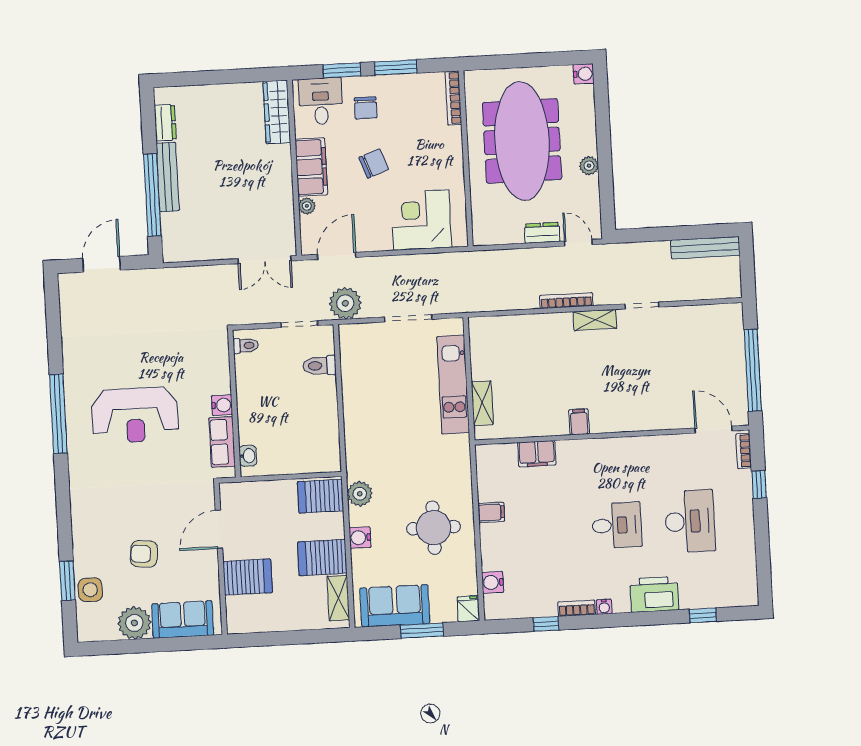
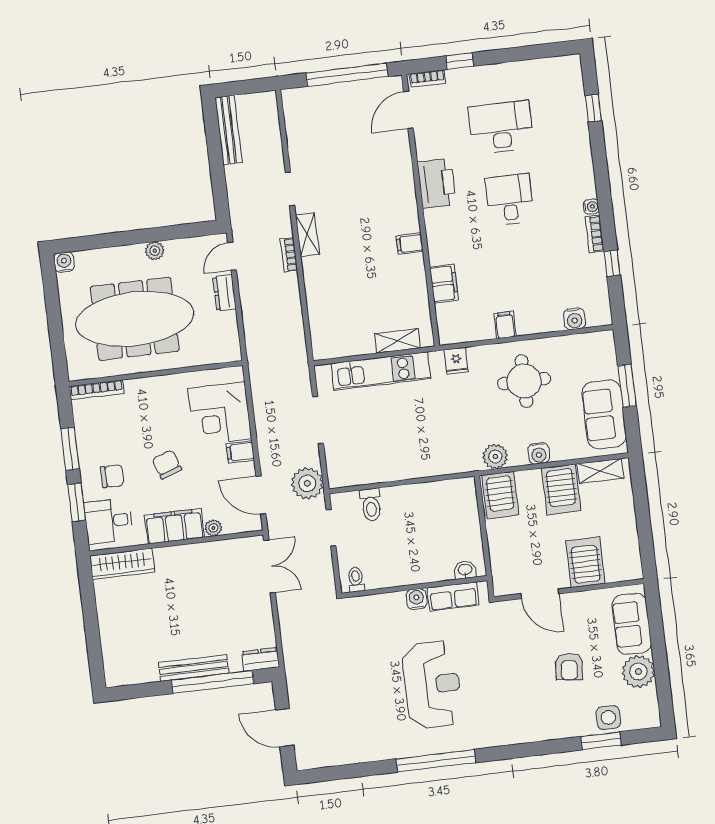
dresser: (165, 123) -> (261, 659), moved
filing cabinet: (381, 238) -> (240, 452), added
bookcase: (566, 301) -> (289, 255), width x0.64
printer: (654, 594) -> (436, 183), moved, turned 180
fridge: (468, 609) -> (456, 361), moved, turned -90

